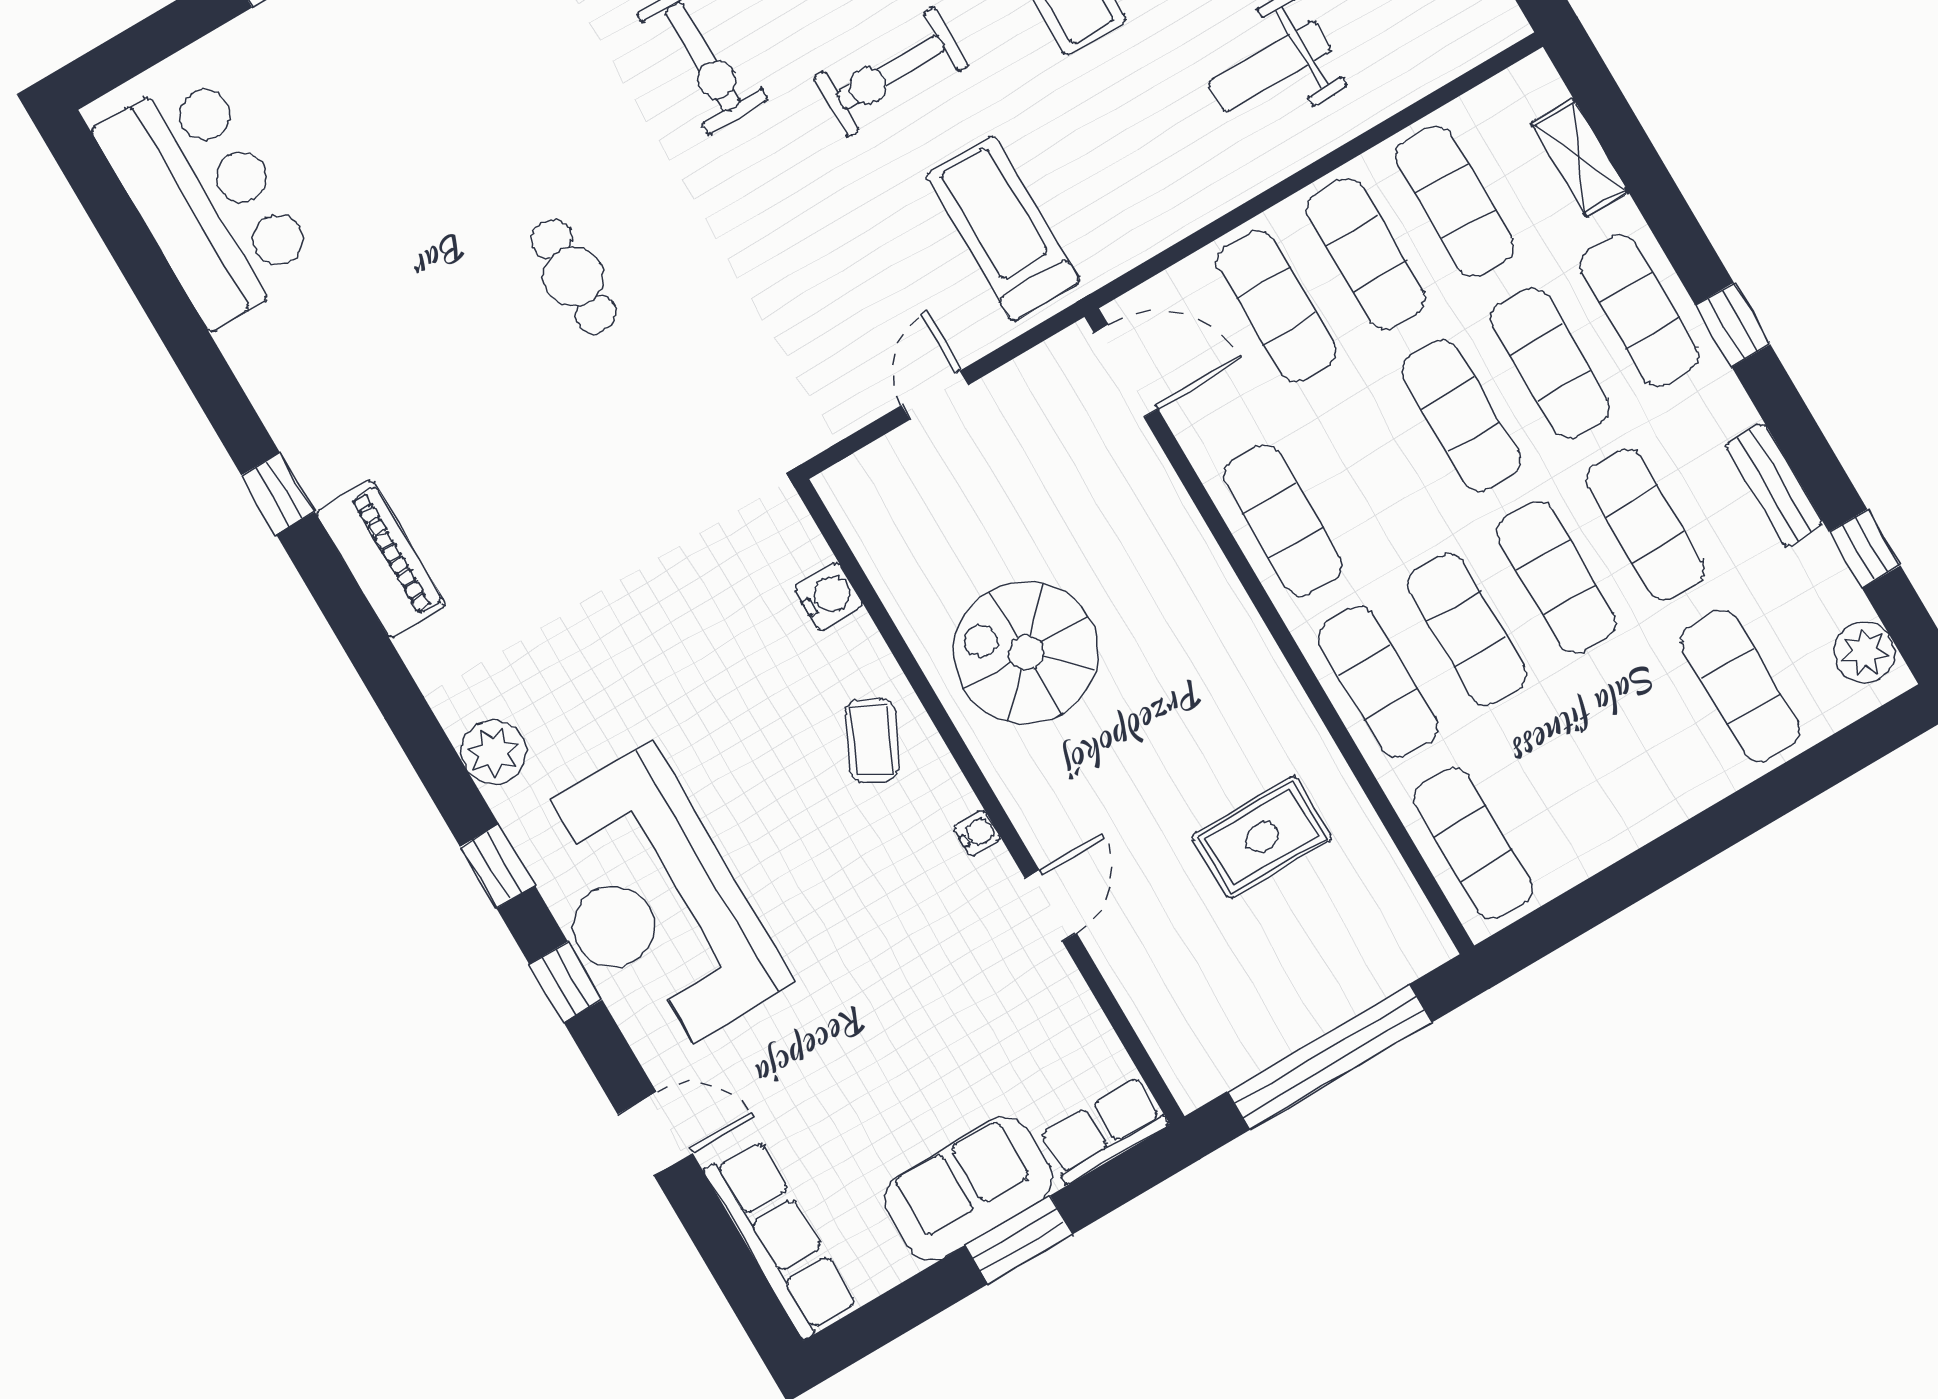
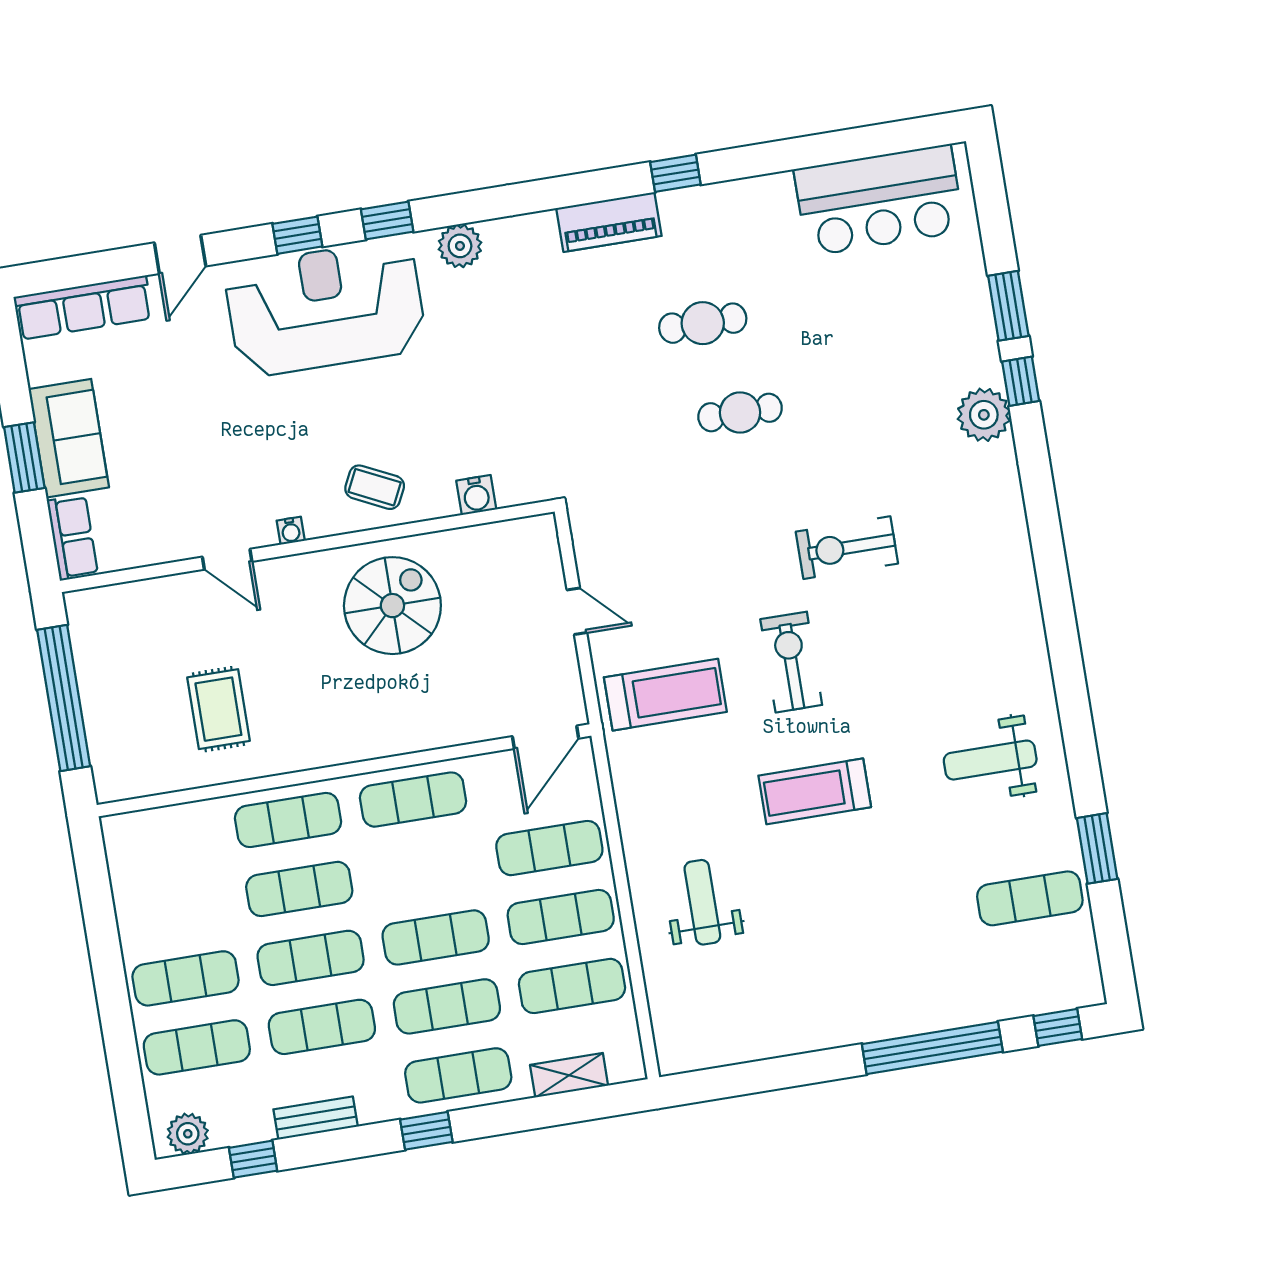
cafe table: (470, 376) -> (703, 323), added
exercise mat: (1473, 844) -> (186, 978), moved

